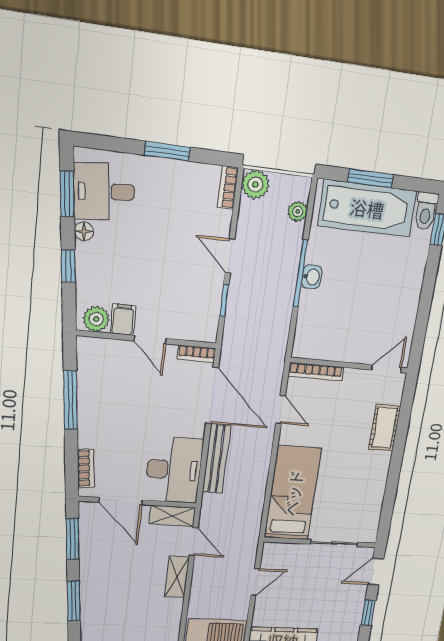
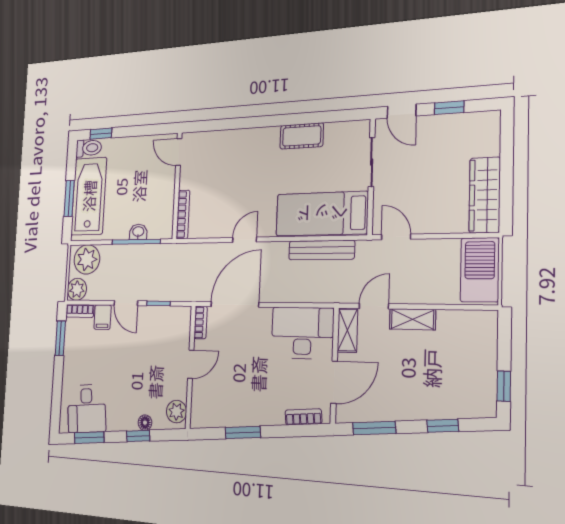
window: (167, 151) -> (60, 338), moved
plant: (298, 211) -> (87, 259), width x1.88, depth x1.88
floor lamp: (84, 231) -> (145, 423), moved
door: (230, 256) -> (126, 303), hinge flipped
filing cabinet: (123, 320) -> (103, 317), moved, turned -90
wall: (349, 365) -> (177, 186), moved
door: (386, 369) -> (179, 152), moved
bookcase: (316, 372) -> (183, 214), moved
window: (70, 400) -> (243, 432), width x0.69
cot: (385, 428) -> (302, 136), moved
bench: (216, 459) -> (321, 250), moved
door: (255, 582) -> (396, 237), moved
window: (74, 601) -> (443, 426), width x0.67

